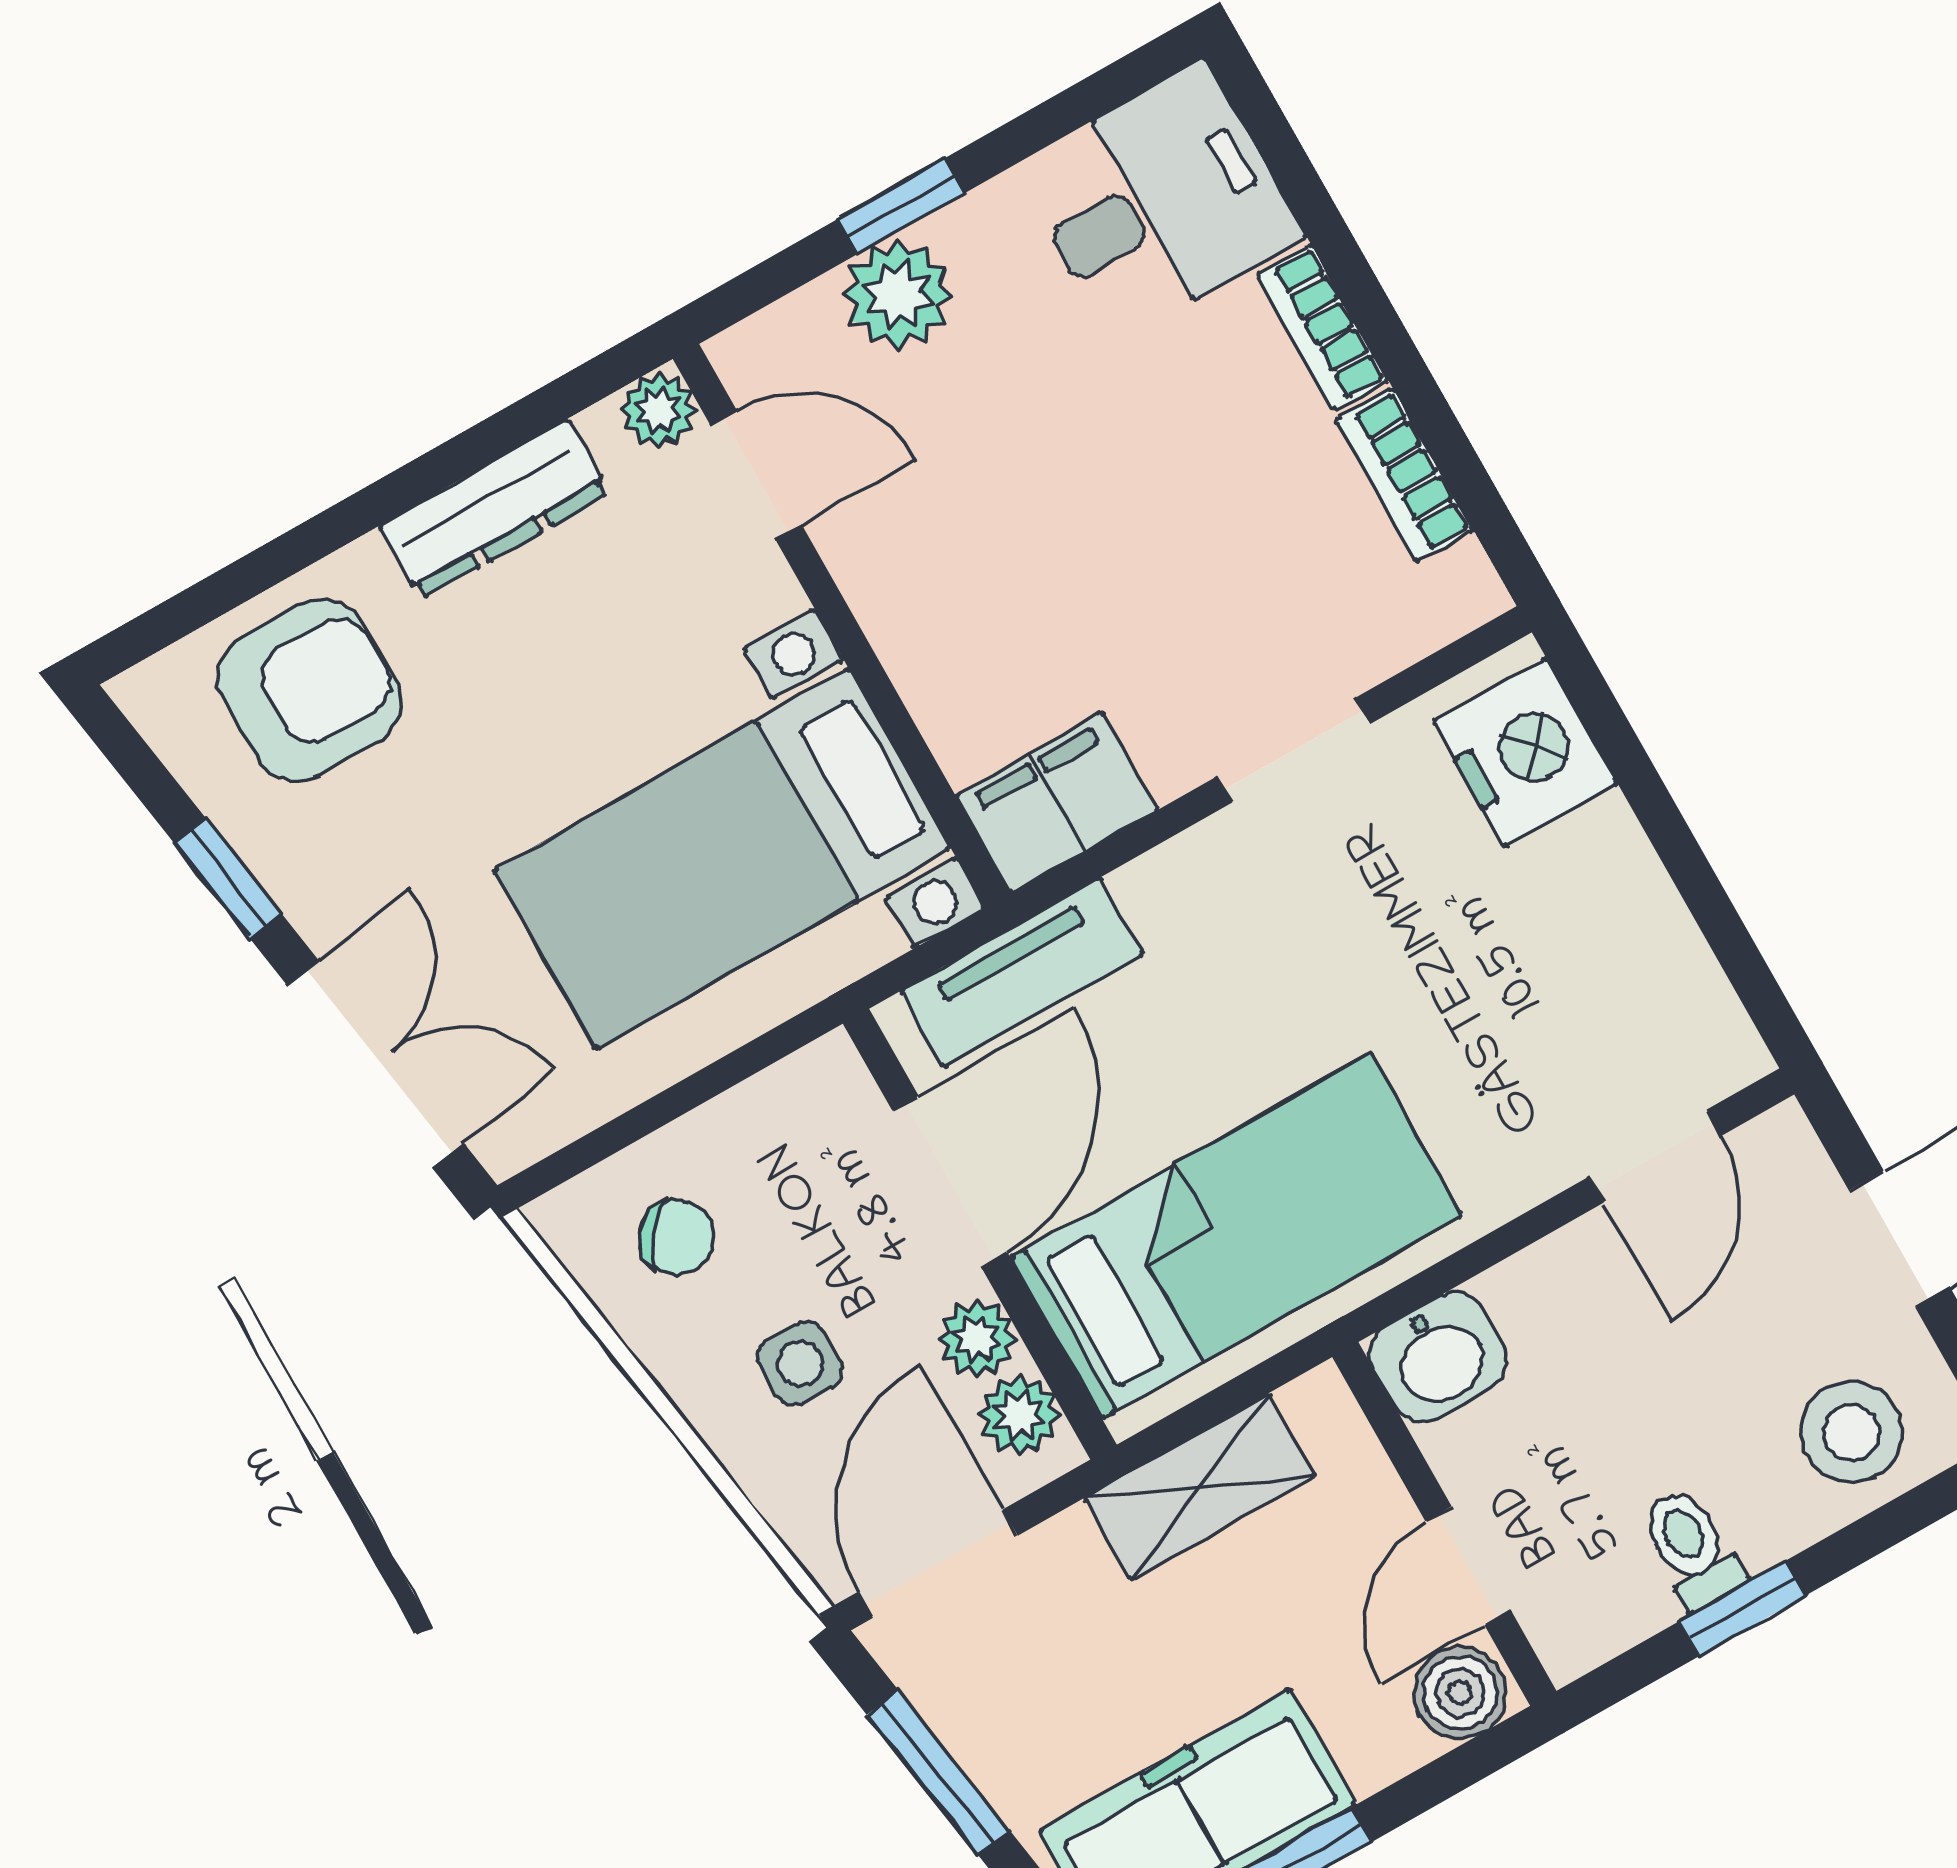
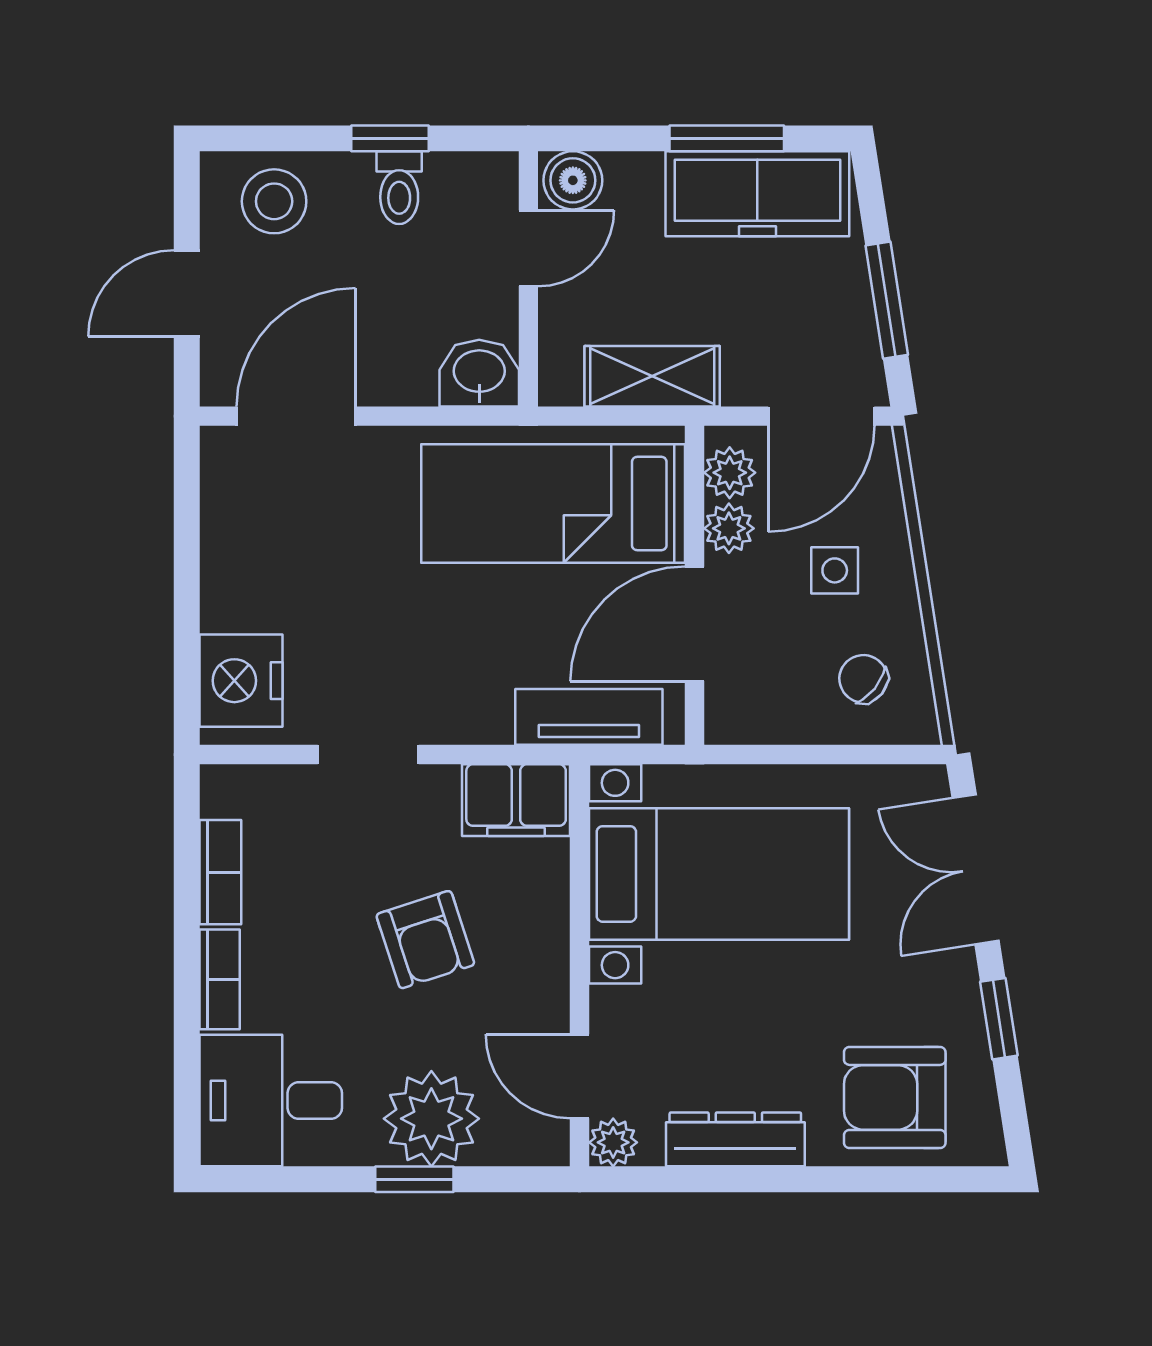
plant: (898, 294) -> (431, 1119), width x1.36, depth x1.36
armchair: (1072, 542) -> (425, 940), added
door: (1655, 1156) -> (296, 416), width x1.38

